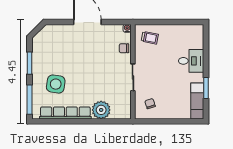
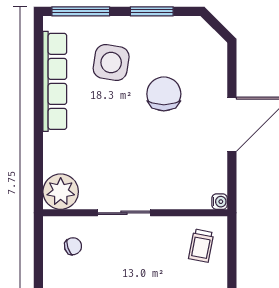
chair: (124, 48) -> (164, 94), moved, width x1.87, depth x1.87
plant: (101, 110) -> (61, 192), moved

